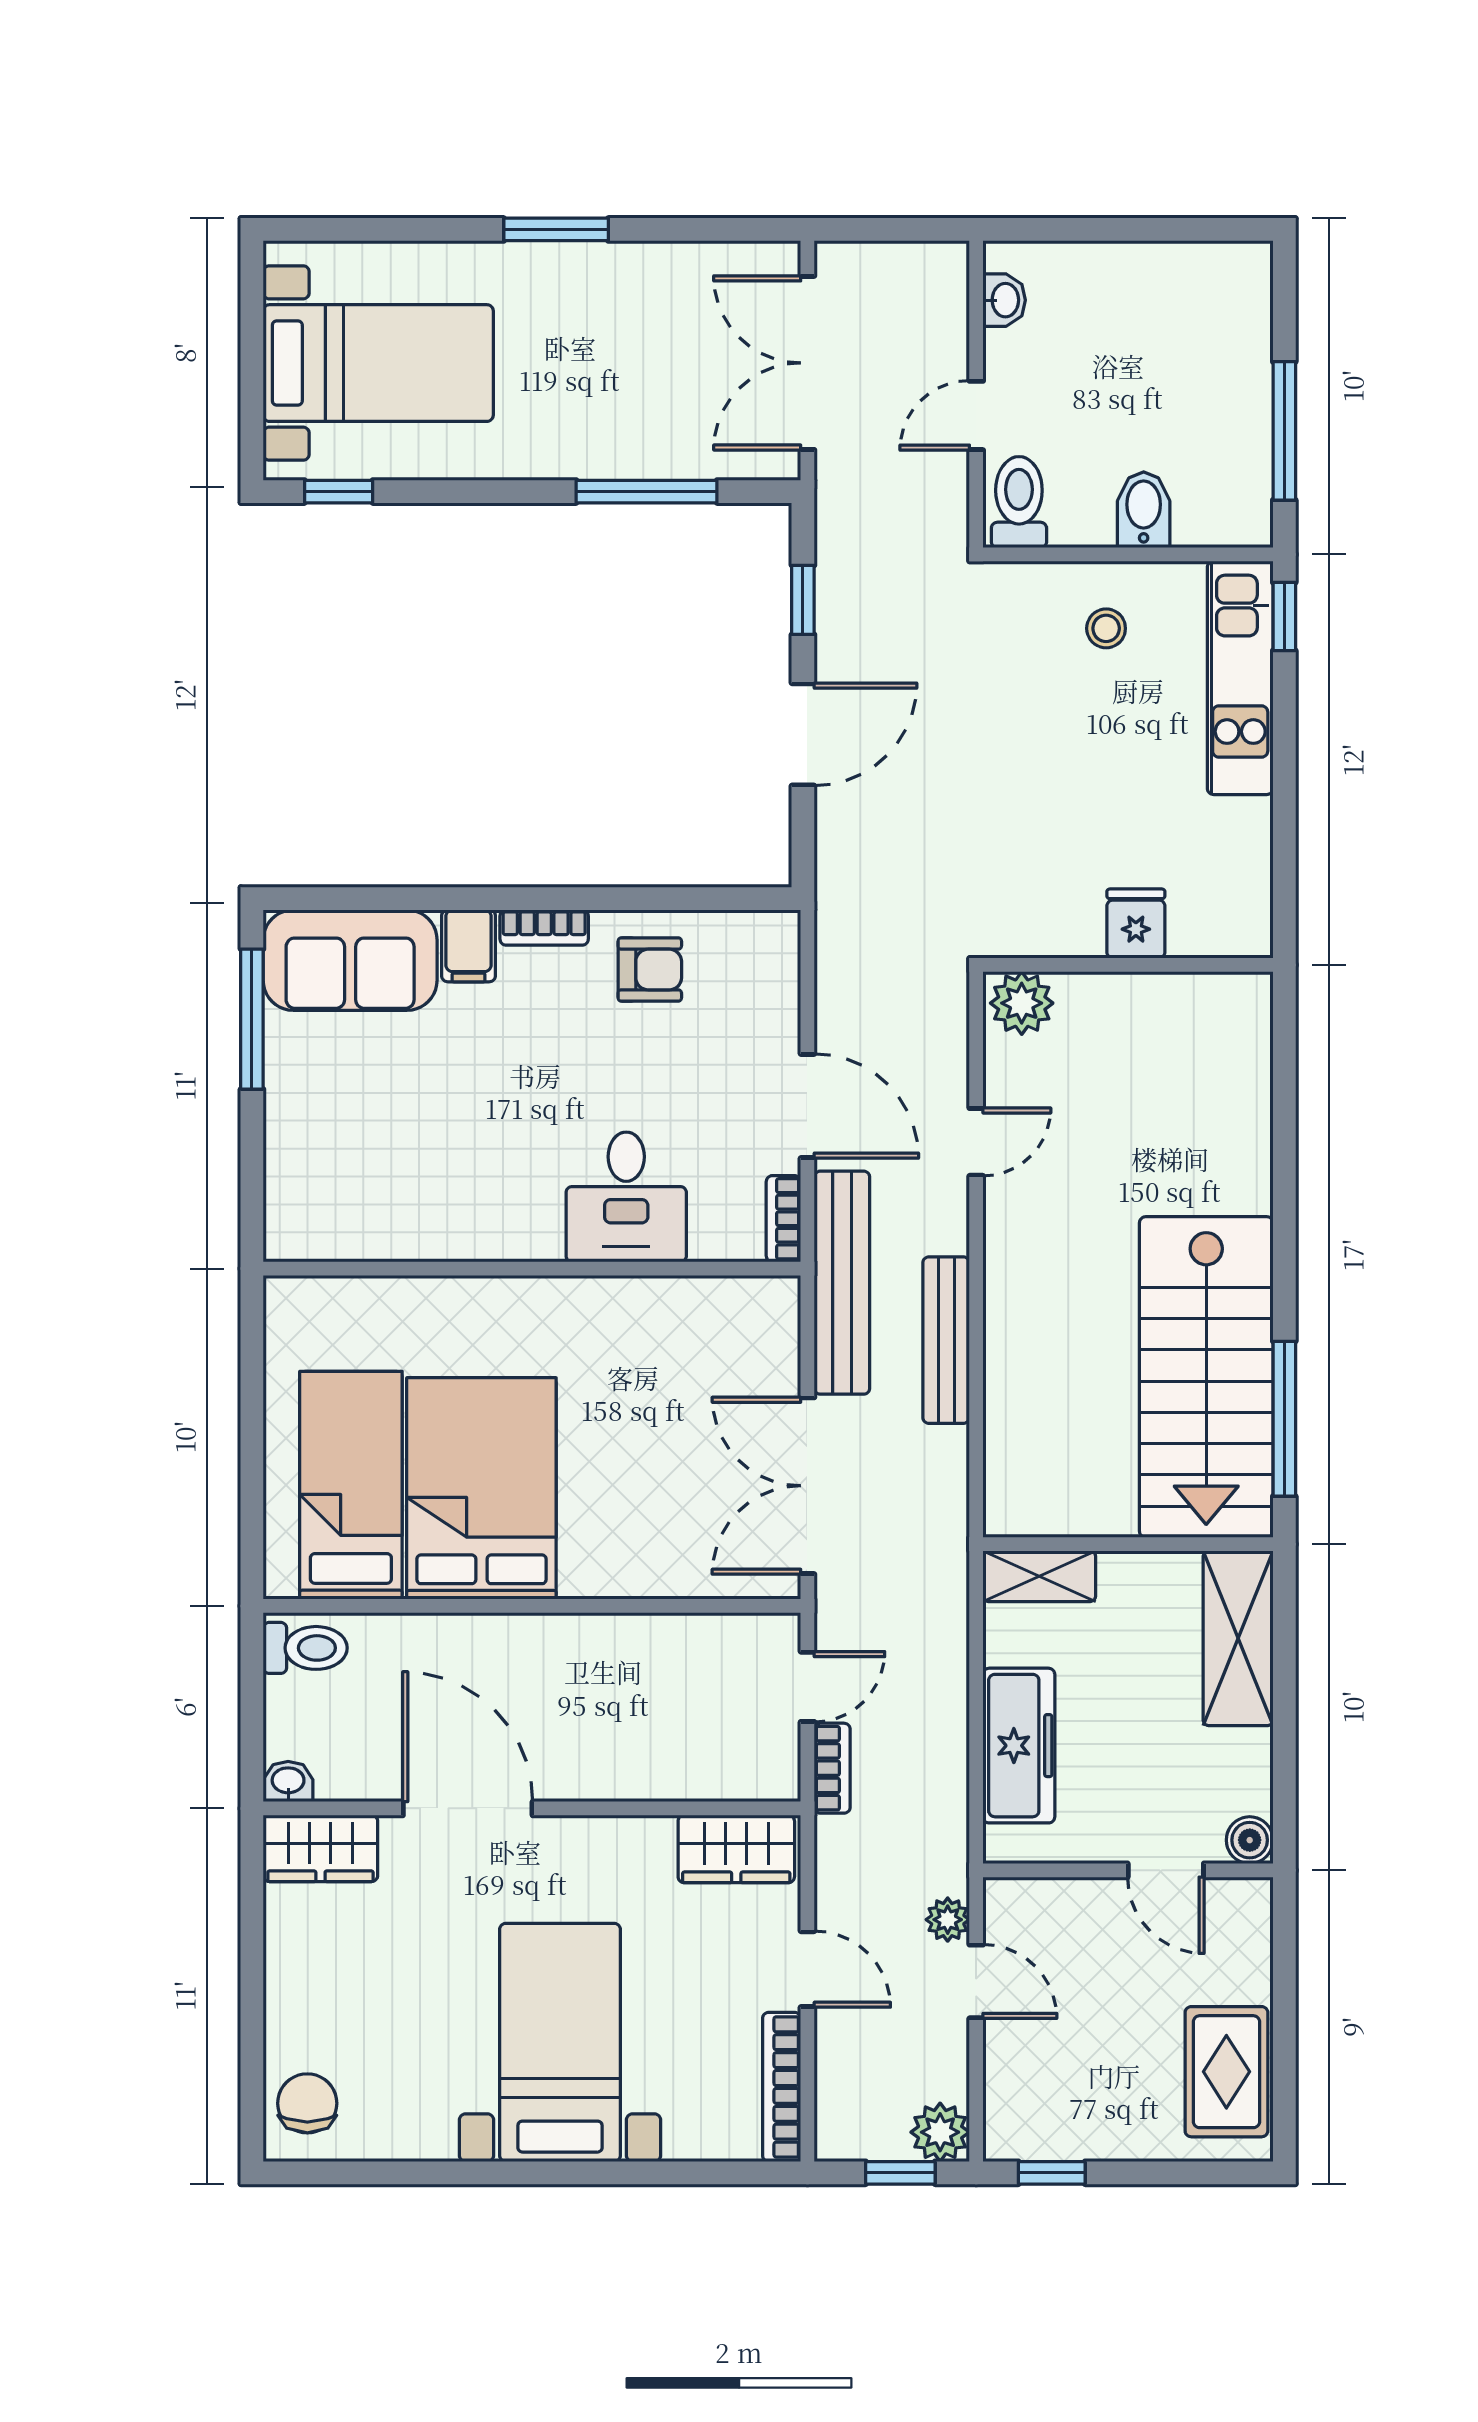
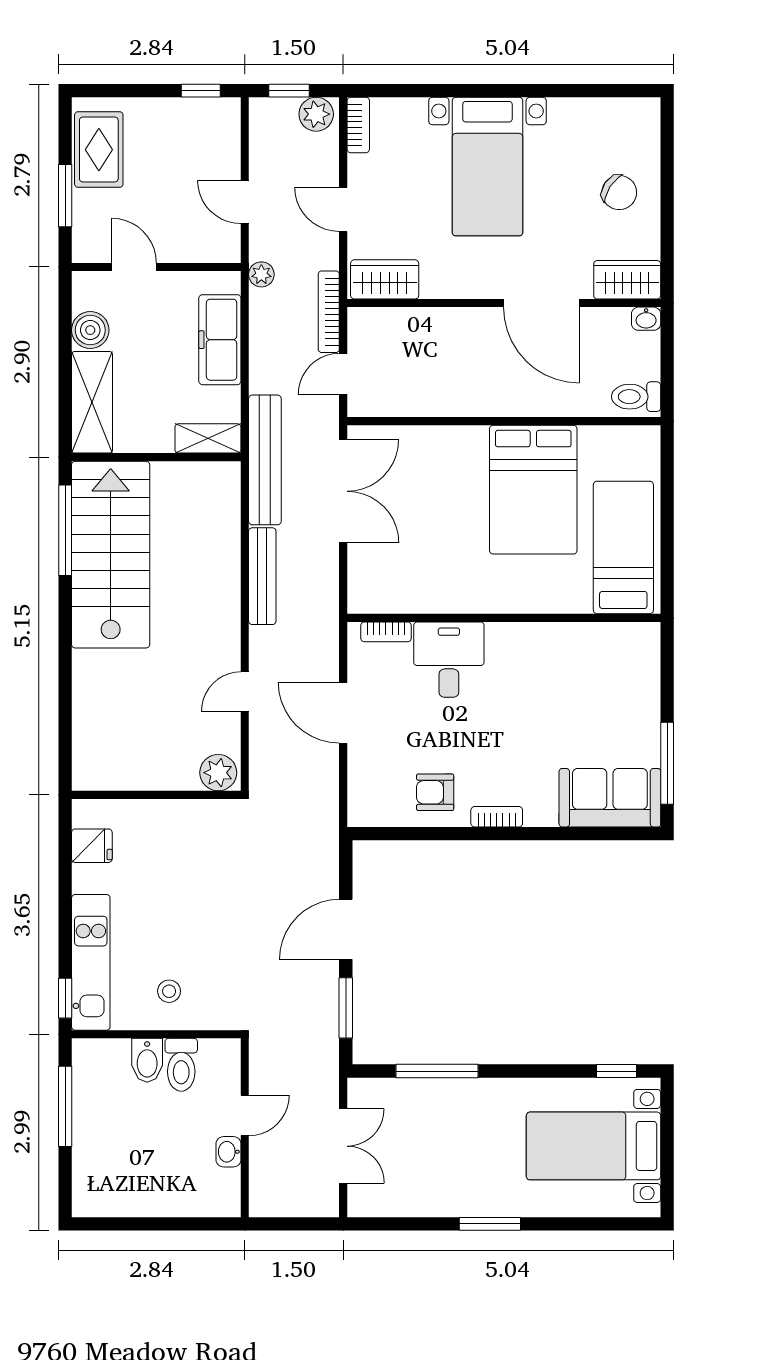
washbasin: (1004, 300) -> (228, 1152), moved
double door: (807, 363) -> (343, 1146), width x0.73
toilet: (1019, 502) -> (181, 1065), moved
window: (803, 600) -> (346, 1008), width x1.50
fridge: (1136, 924) -> (92, 846), moved, turned -90
filing cabinet: (469, 946) -> (541, 806), removed
bookcase: (783, 1219) -> (386, 632), moved, turned 90
bench: (842, 1283) -> (265, 460), moved
bed: (351, 1485) -> (623, 547), moved, turned 180
bookcase: (832, 1768) -> (329, 312), width x1.56
boiler: (1250, 1840) -> (90, 330), moved, width x1.36, depth x1.36
plant: (948, 1920) -> (261, 274), moved
window: (1284, 1993) -> (65, 196), added
bookcase: (782, 2087) -> (358, 125), width x0.64
chair: (307, 2103) -> (619, 193), moved, turned -57
plant: (940, 2132) -> (316, 114), moved

